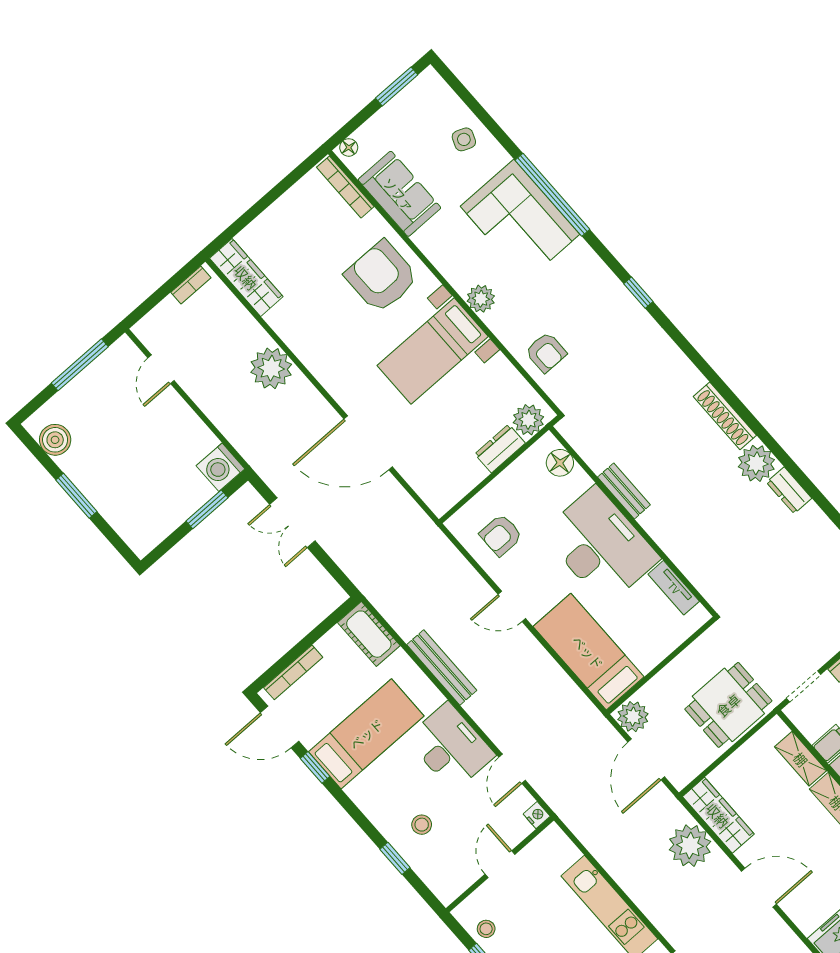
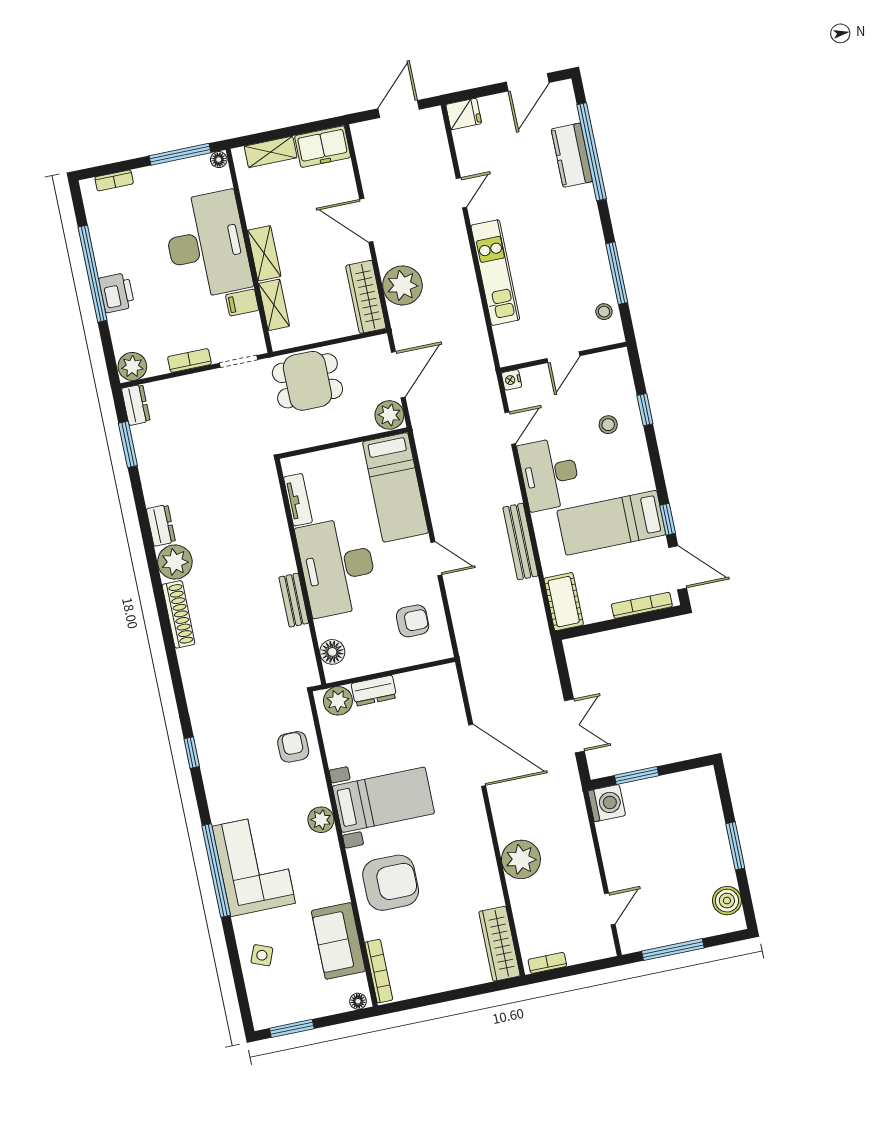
armchair: (381, 277) -> (391, 883), turned -90

